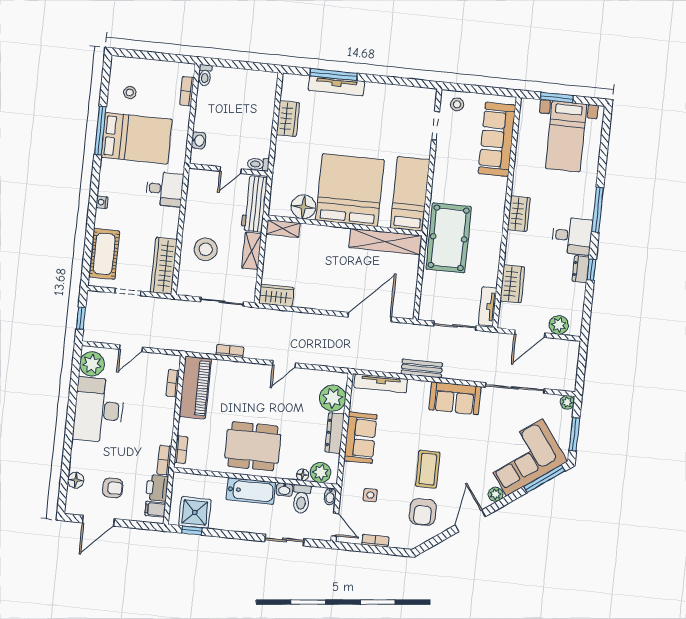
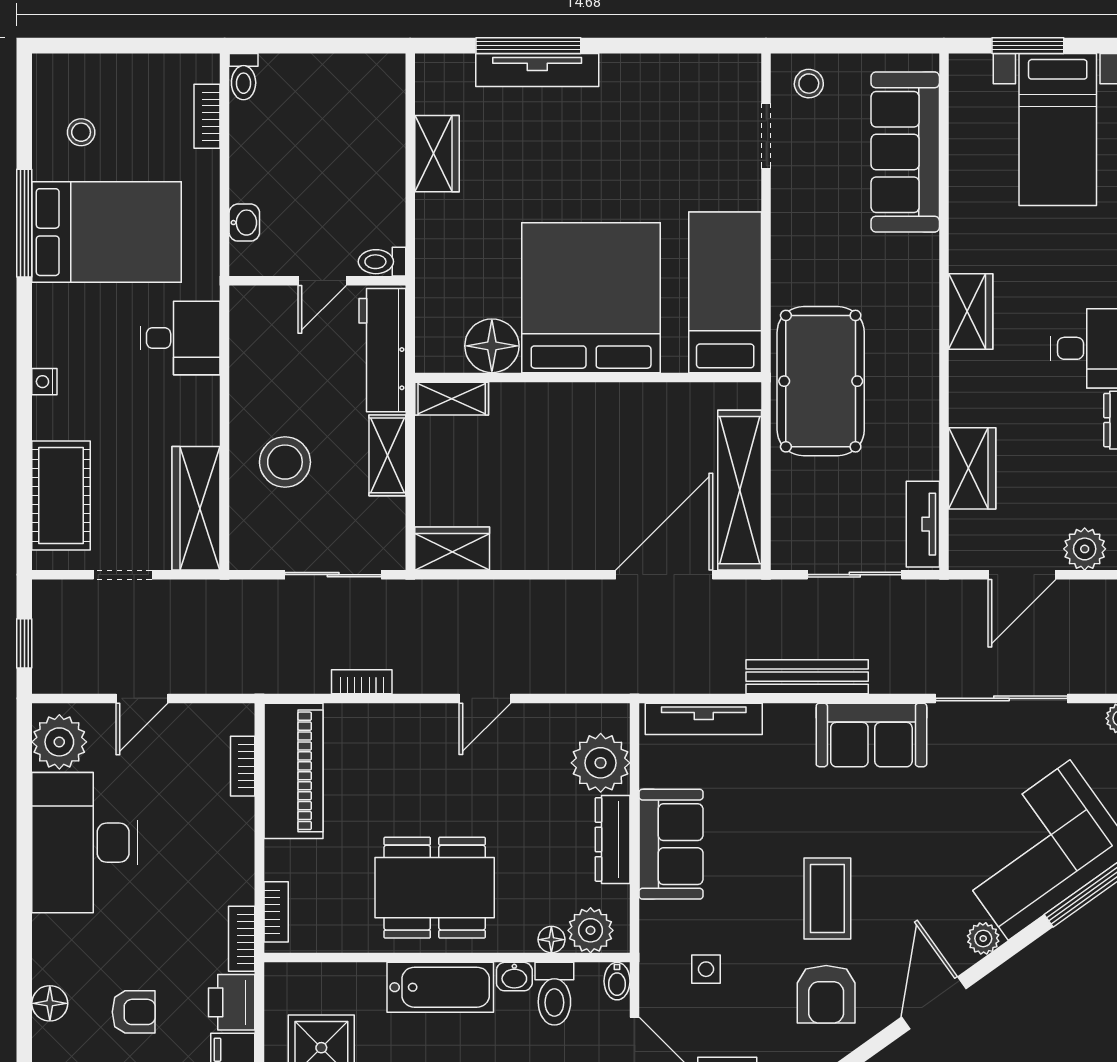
shelving: (385, 242) -> (740, 490), moved, turned 90
bench: (422, 368) -> (807, 677), width x1.36

